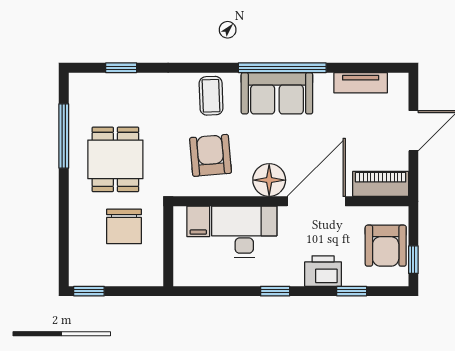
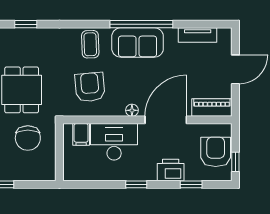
floor lamp: (269, 180) -> (132, 110), width x0.53, depth x0.53
armchair: (386, 246) -> (216, 152), turned 180

